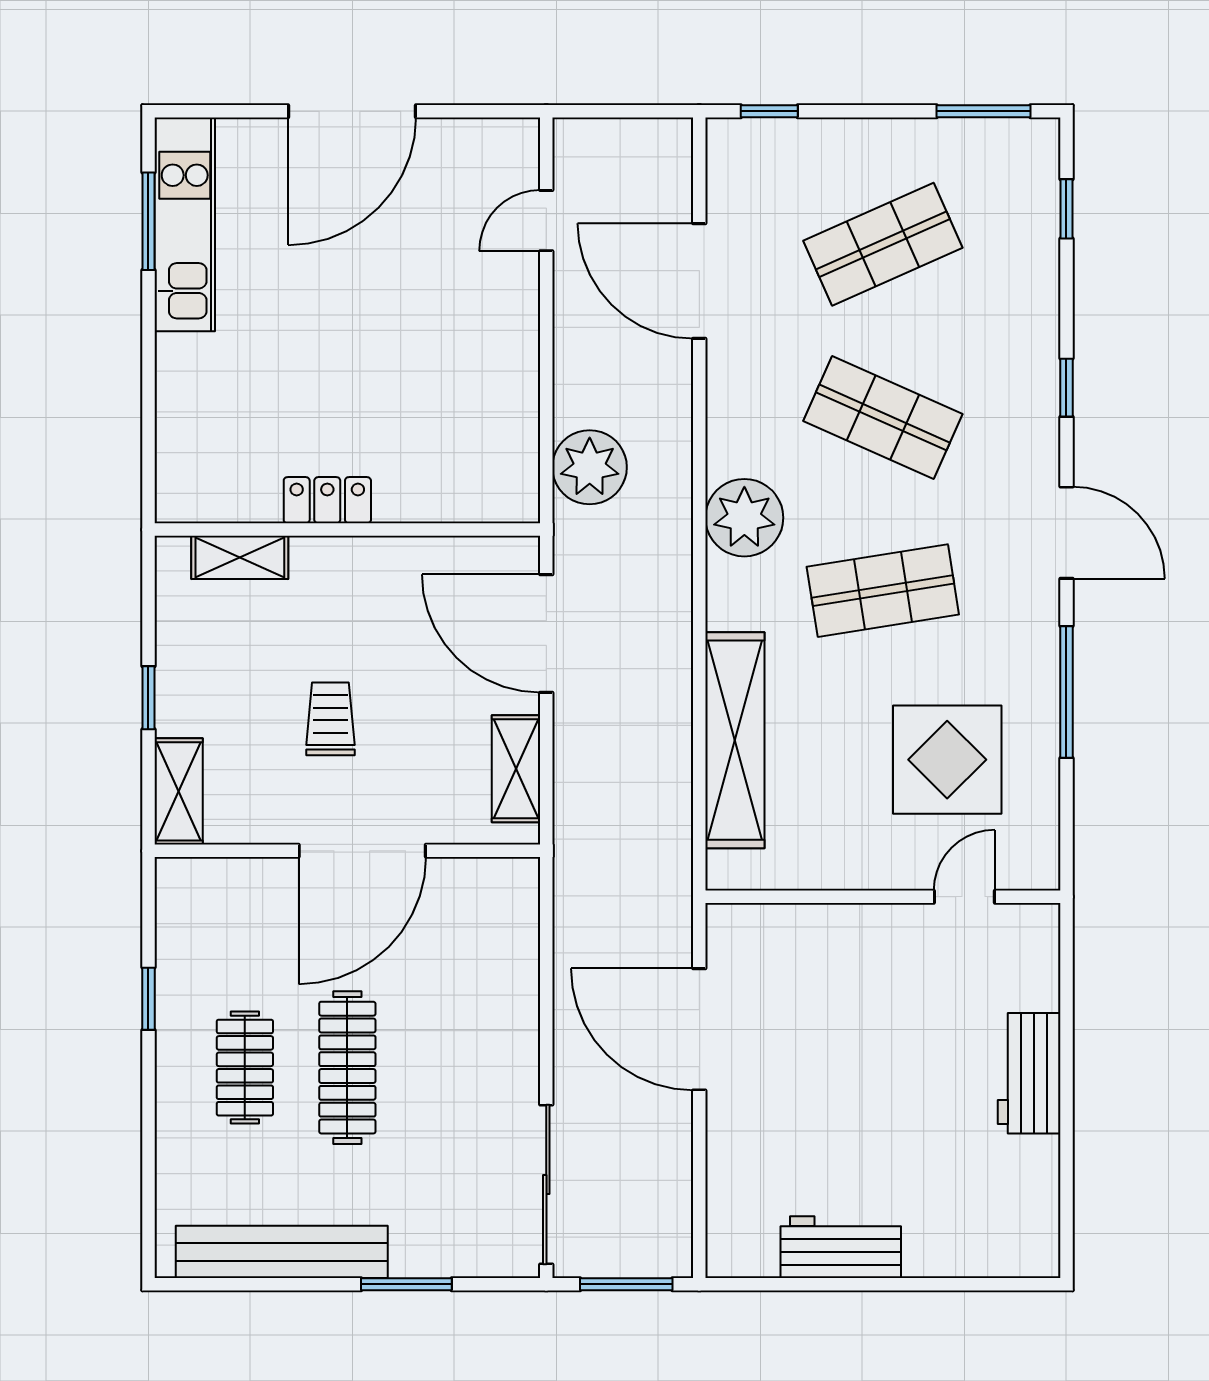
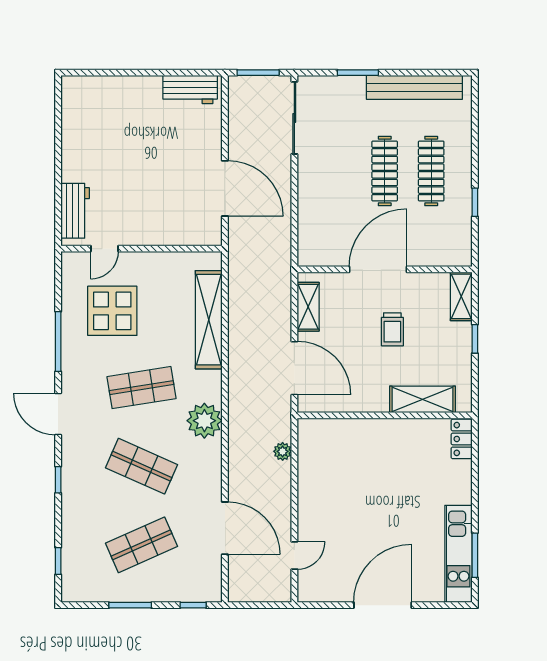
window: (983, 111) -> (130, 605), moved
plant: (590, 467) -> (283, 451), width x0.53, depth x0.53
locker: (327, 500) -> (462, 439), moved, turned 90
shelving: (240, 557) -> (422, 399), width x1.50, depth x1.33
clothes rail: (245, 1068) -> (431, 171), width x1.36
workbench: (1029, 1073) -> (75, 211), moved
workbench: (841, 1247) -> (190, 89), moved

